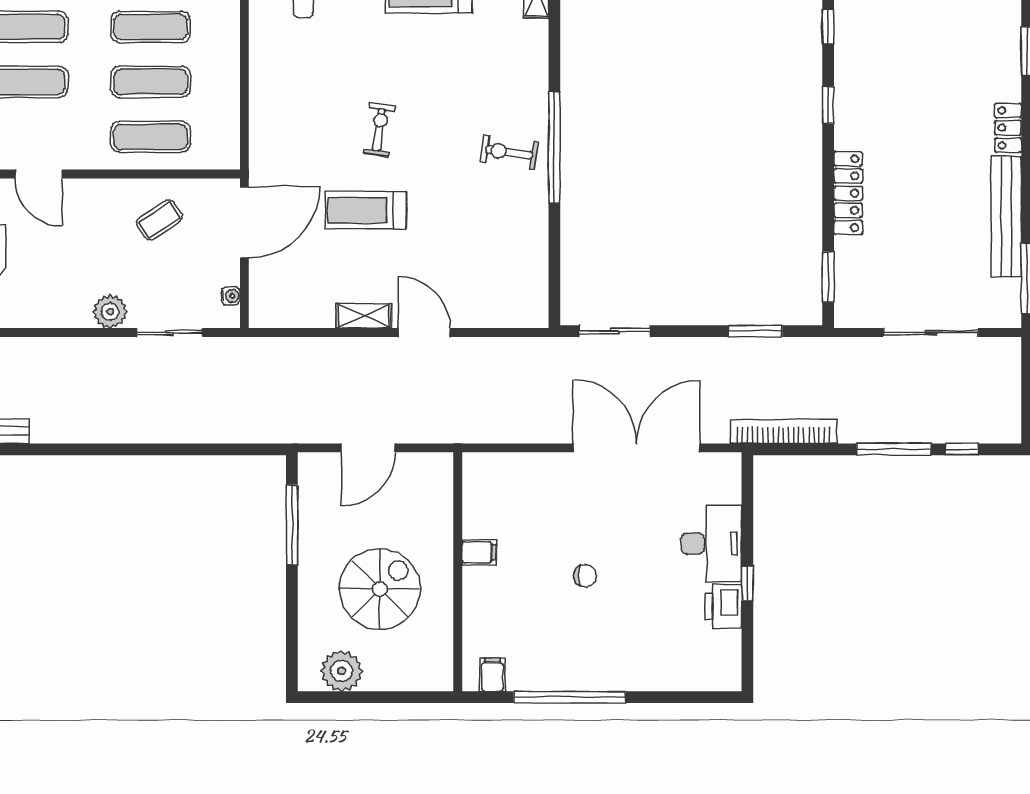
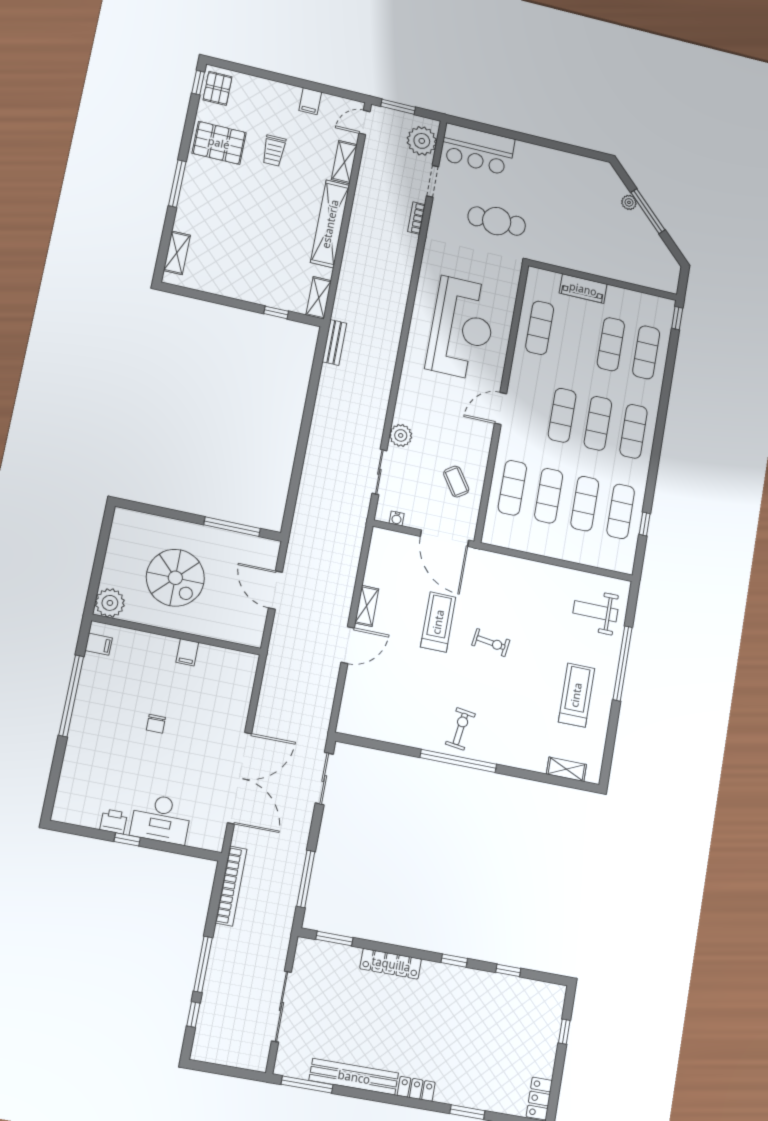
window: (755, 331) -> (306, 879), width x1.44
printer: (723, 606) -> (114, 821), width x0.73, depth x0.81
plant: (342, 671) -> (110, 603), moved

